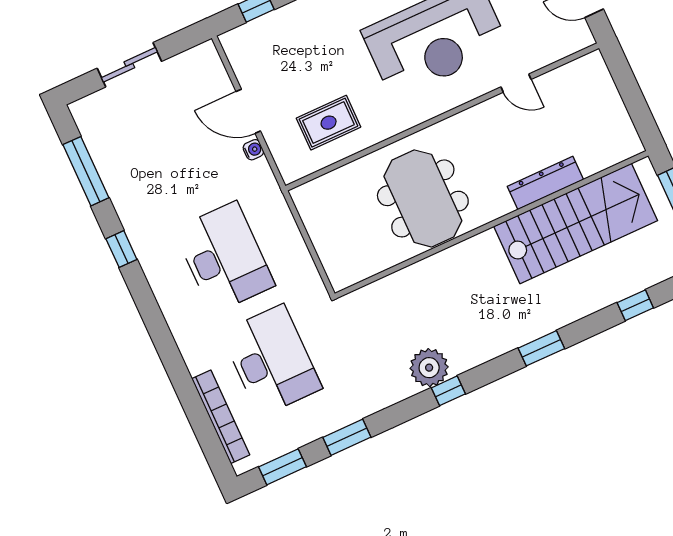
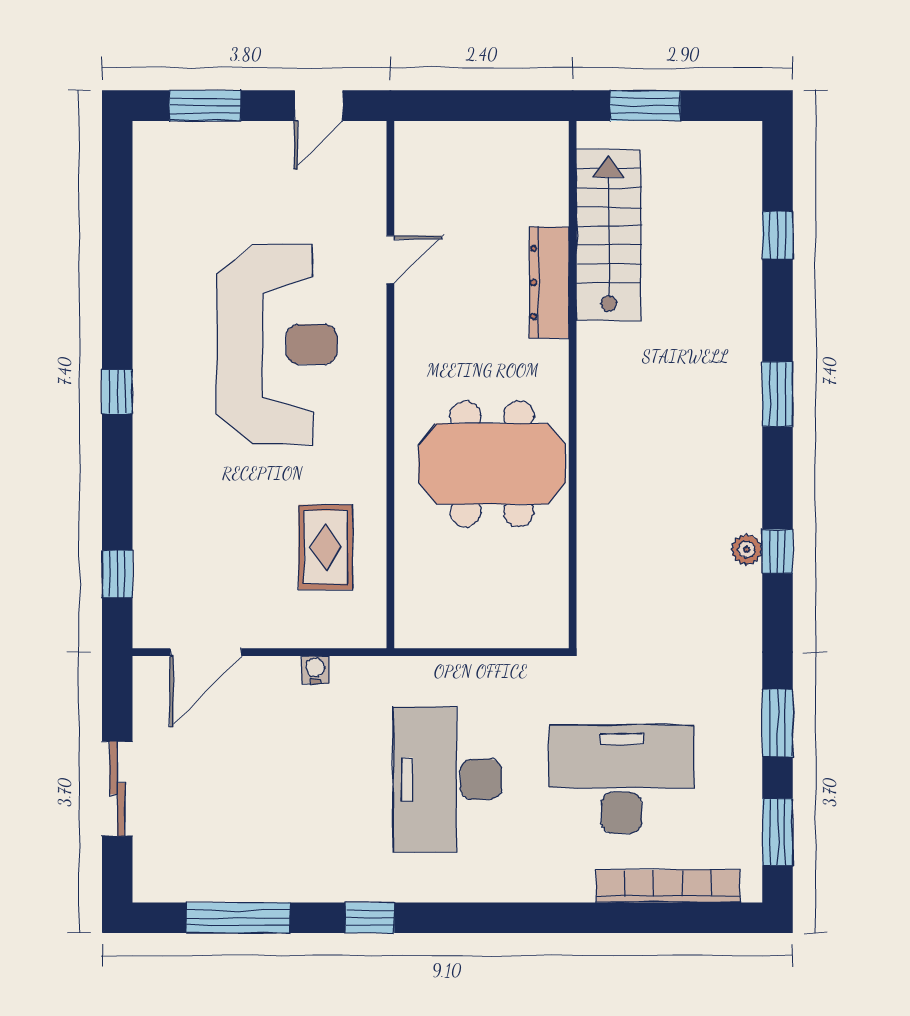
door: (248, 111) -> (206, 652), moved
stairs: (576, 224) -> (609, 235), width x0.73, depth x0.66
desk: (224, 257) -> (447, 779), turned -90
plant: (429, 368) -> (747, 550), width x0.53, depth x0.53

